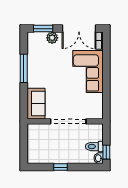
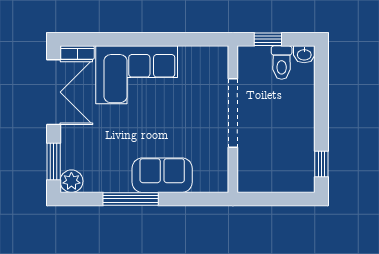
plant: (52, 38) -> (71, 181), moved
sofa: (36, 104) -> (162, 175), moved
window: (106, 152) -> (268, 39), moved
window: (61, 167) -> (321, 164), moved

